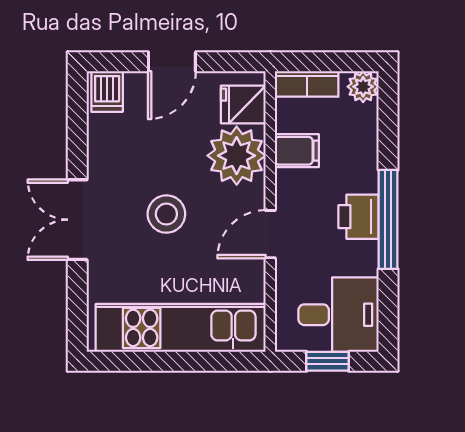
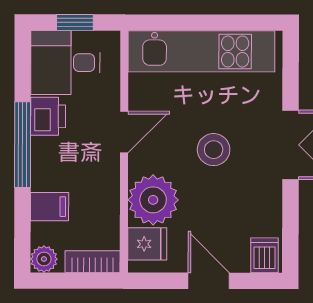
door: (172, 62) -> (209, 281), hinge flipped
filing cabinet: (297, 151) -> (50, 207), moved, turned 180
printer: (359, 217) -> (48, 116), moved

